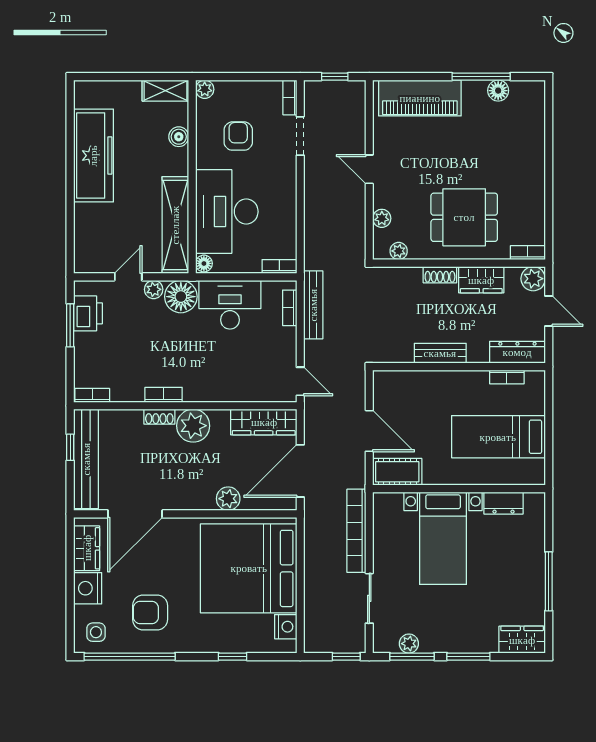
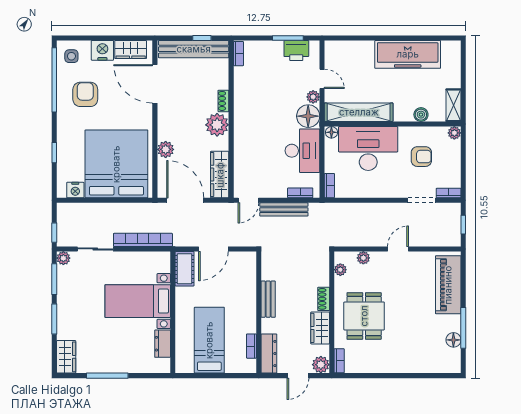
bench: (313, 305) -> (284, 209), moved
bookcase: (164, 395) -> (239, 104), removed
plant: (409, 644) -> (63, 258), moved

